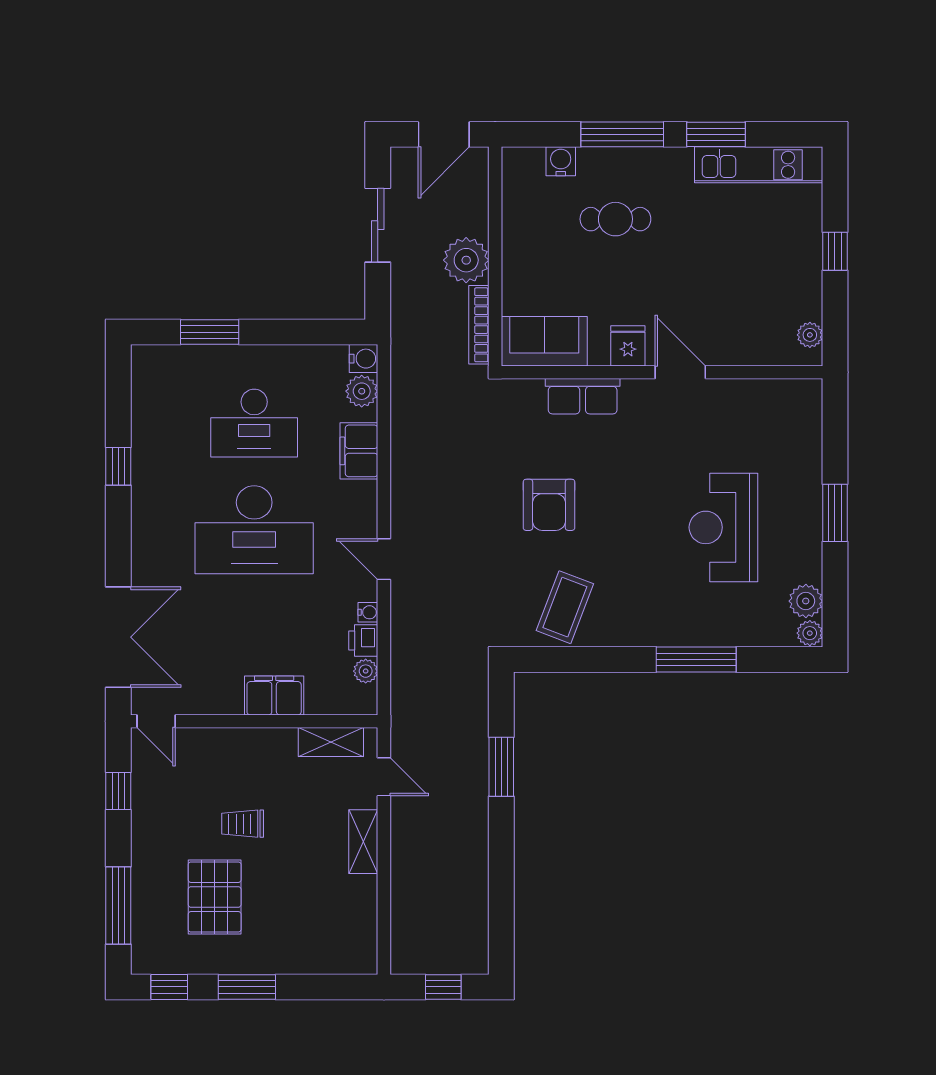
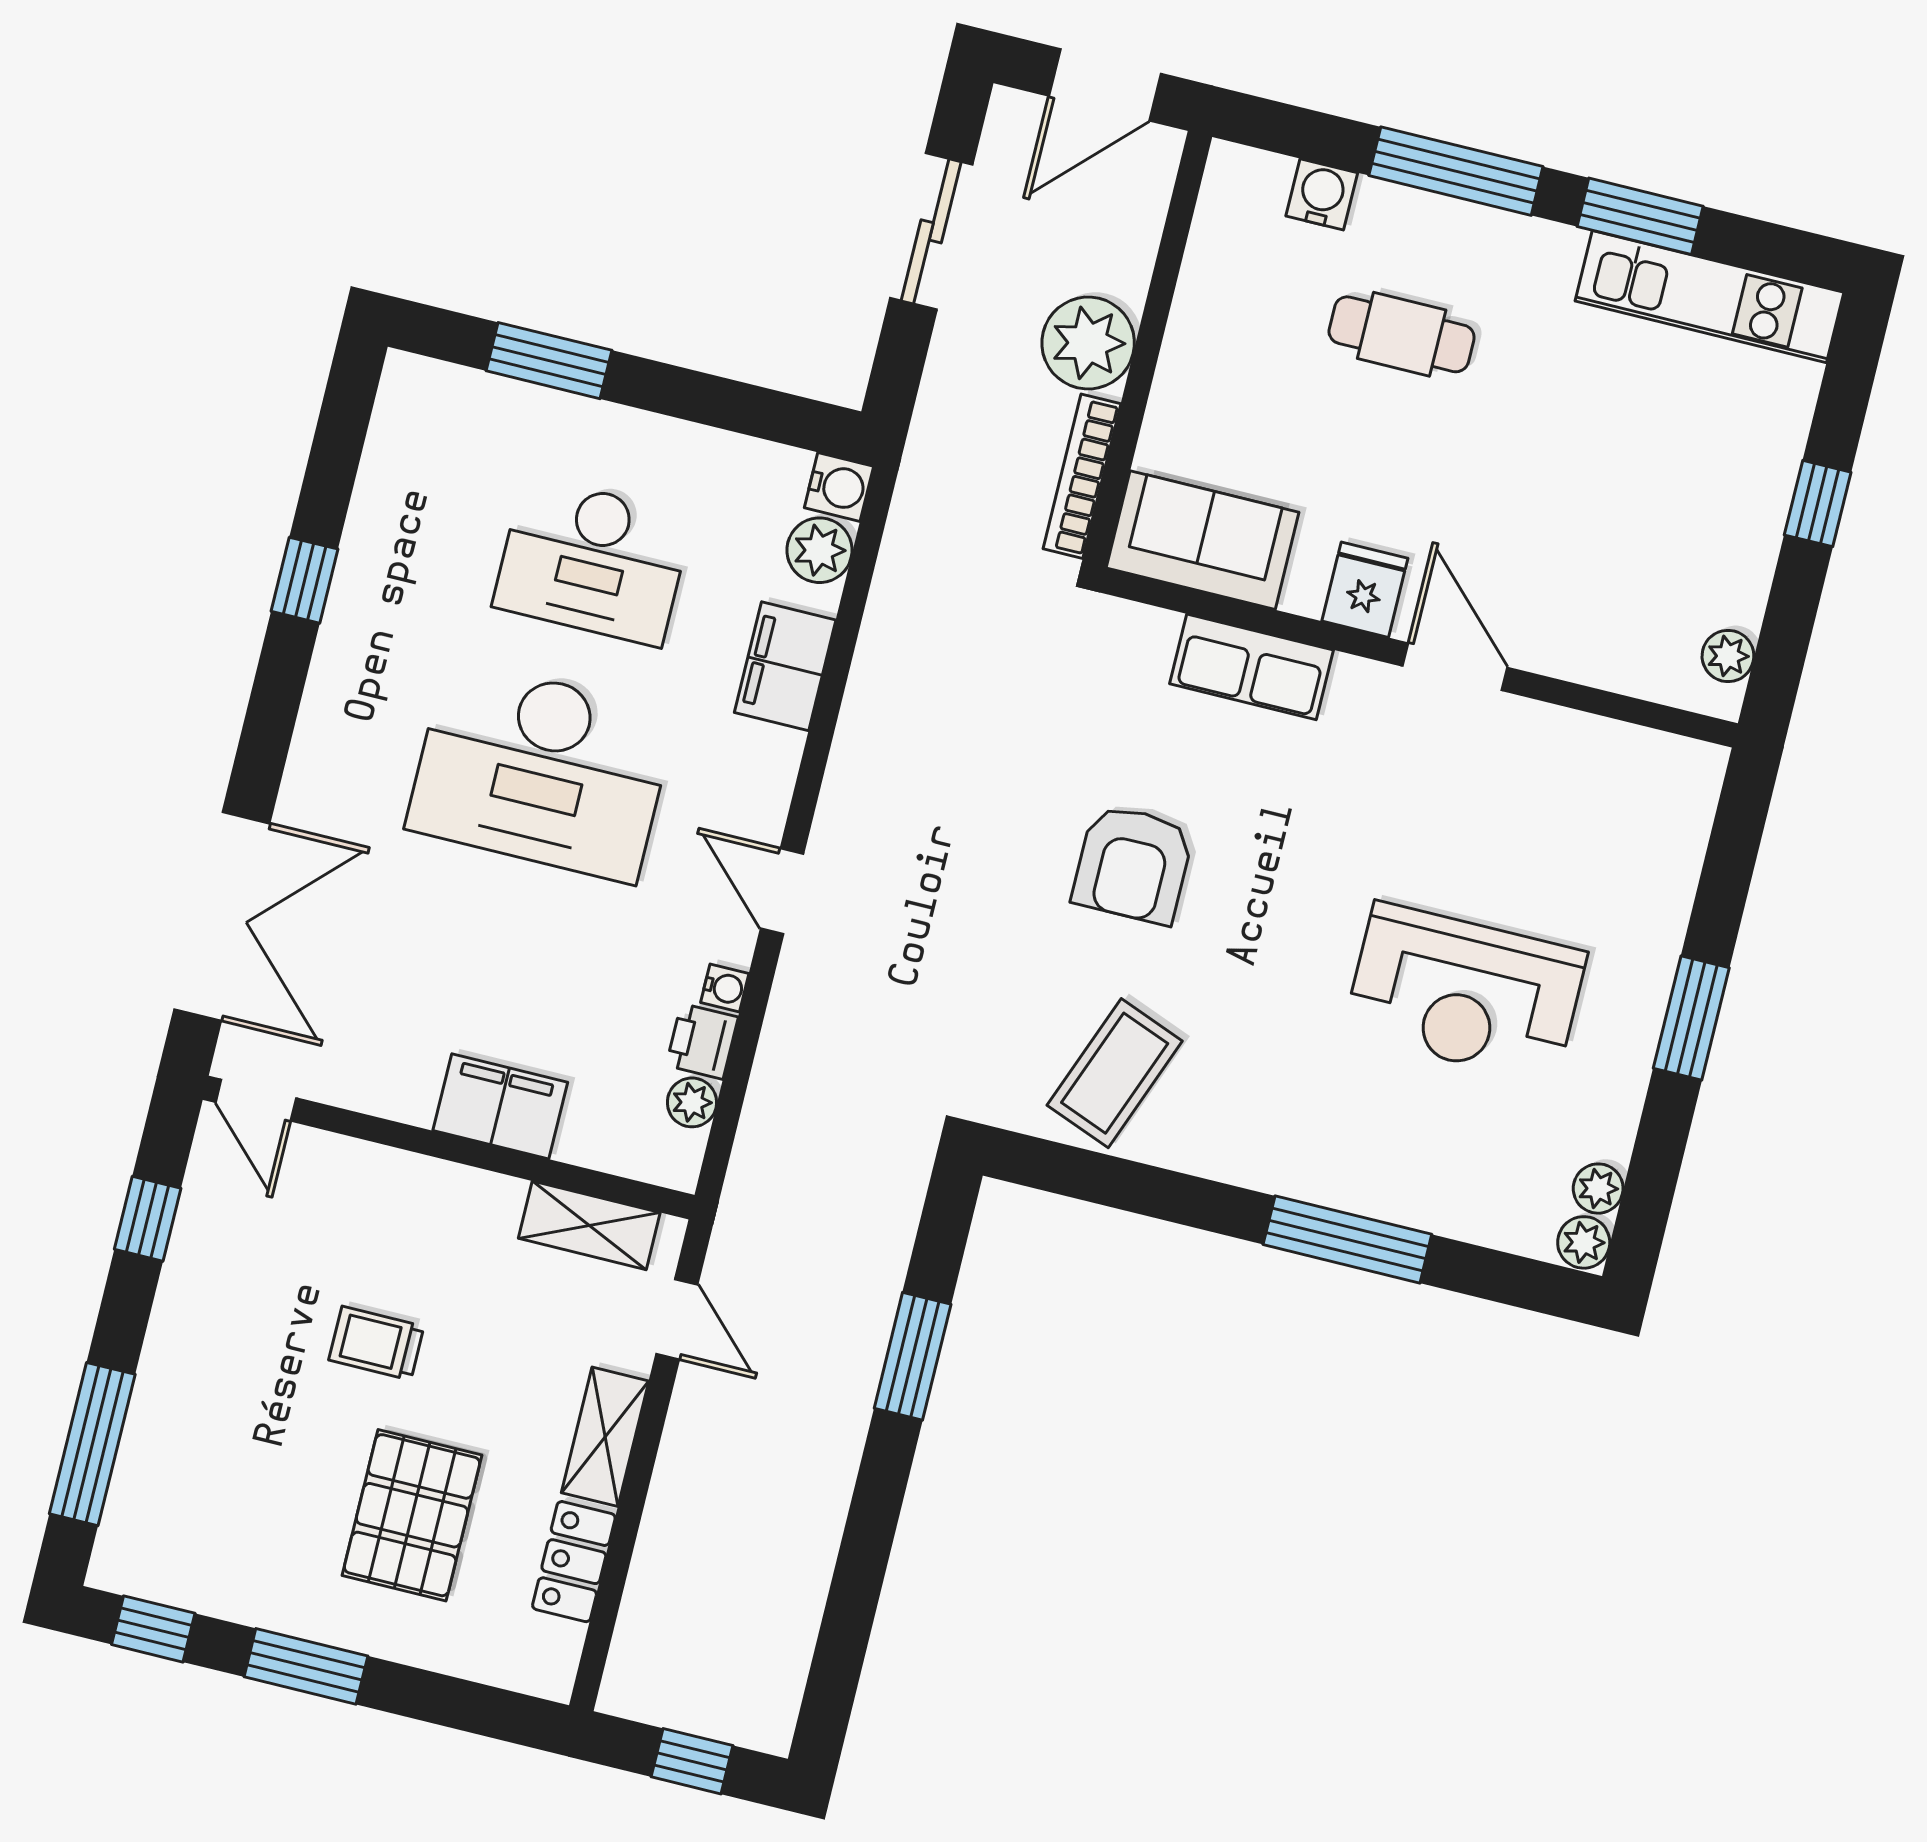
reception desk: (723, 527) -> (1465, 993), turned -90
plant: (806, 601) -> (1598, 1189), width x0.73, depth x0.73
pallet: (215, 897) -> (412, 1515), moved
locker: (363, 905) -> (574, 1562), added

